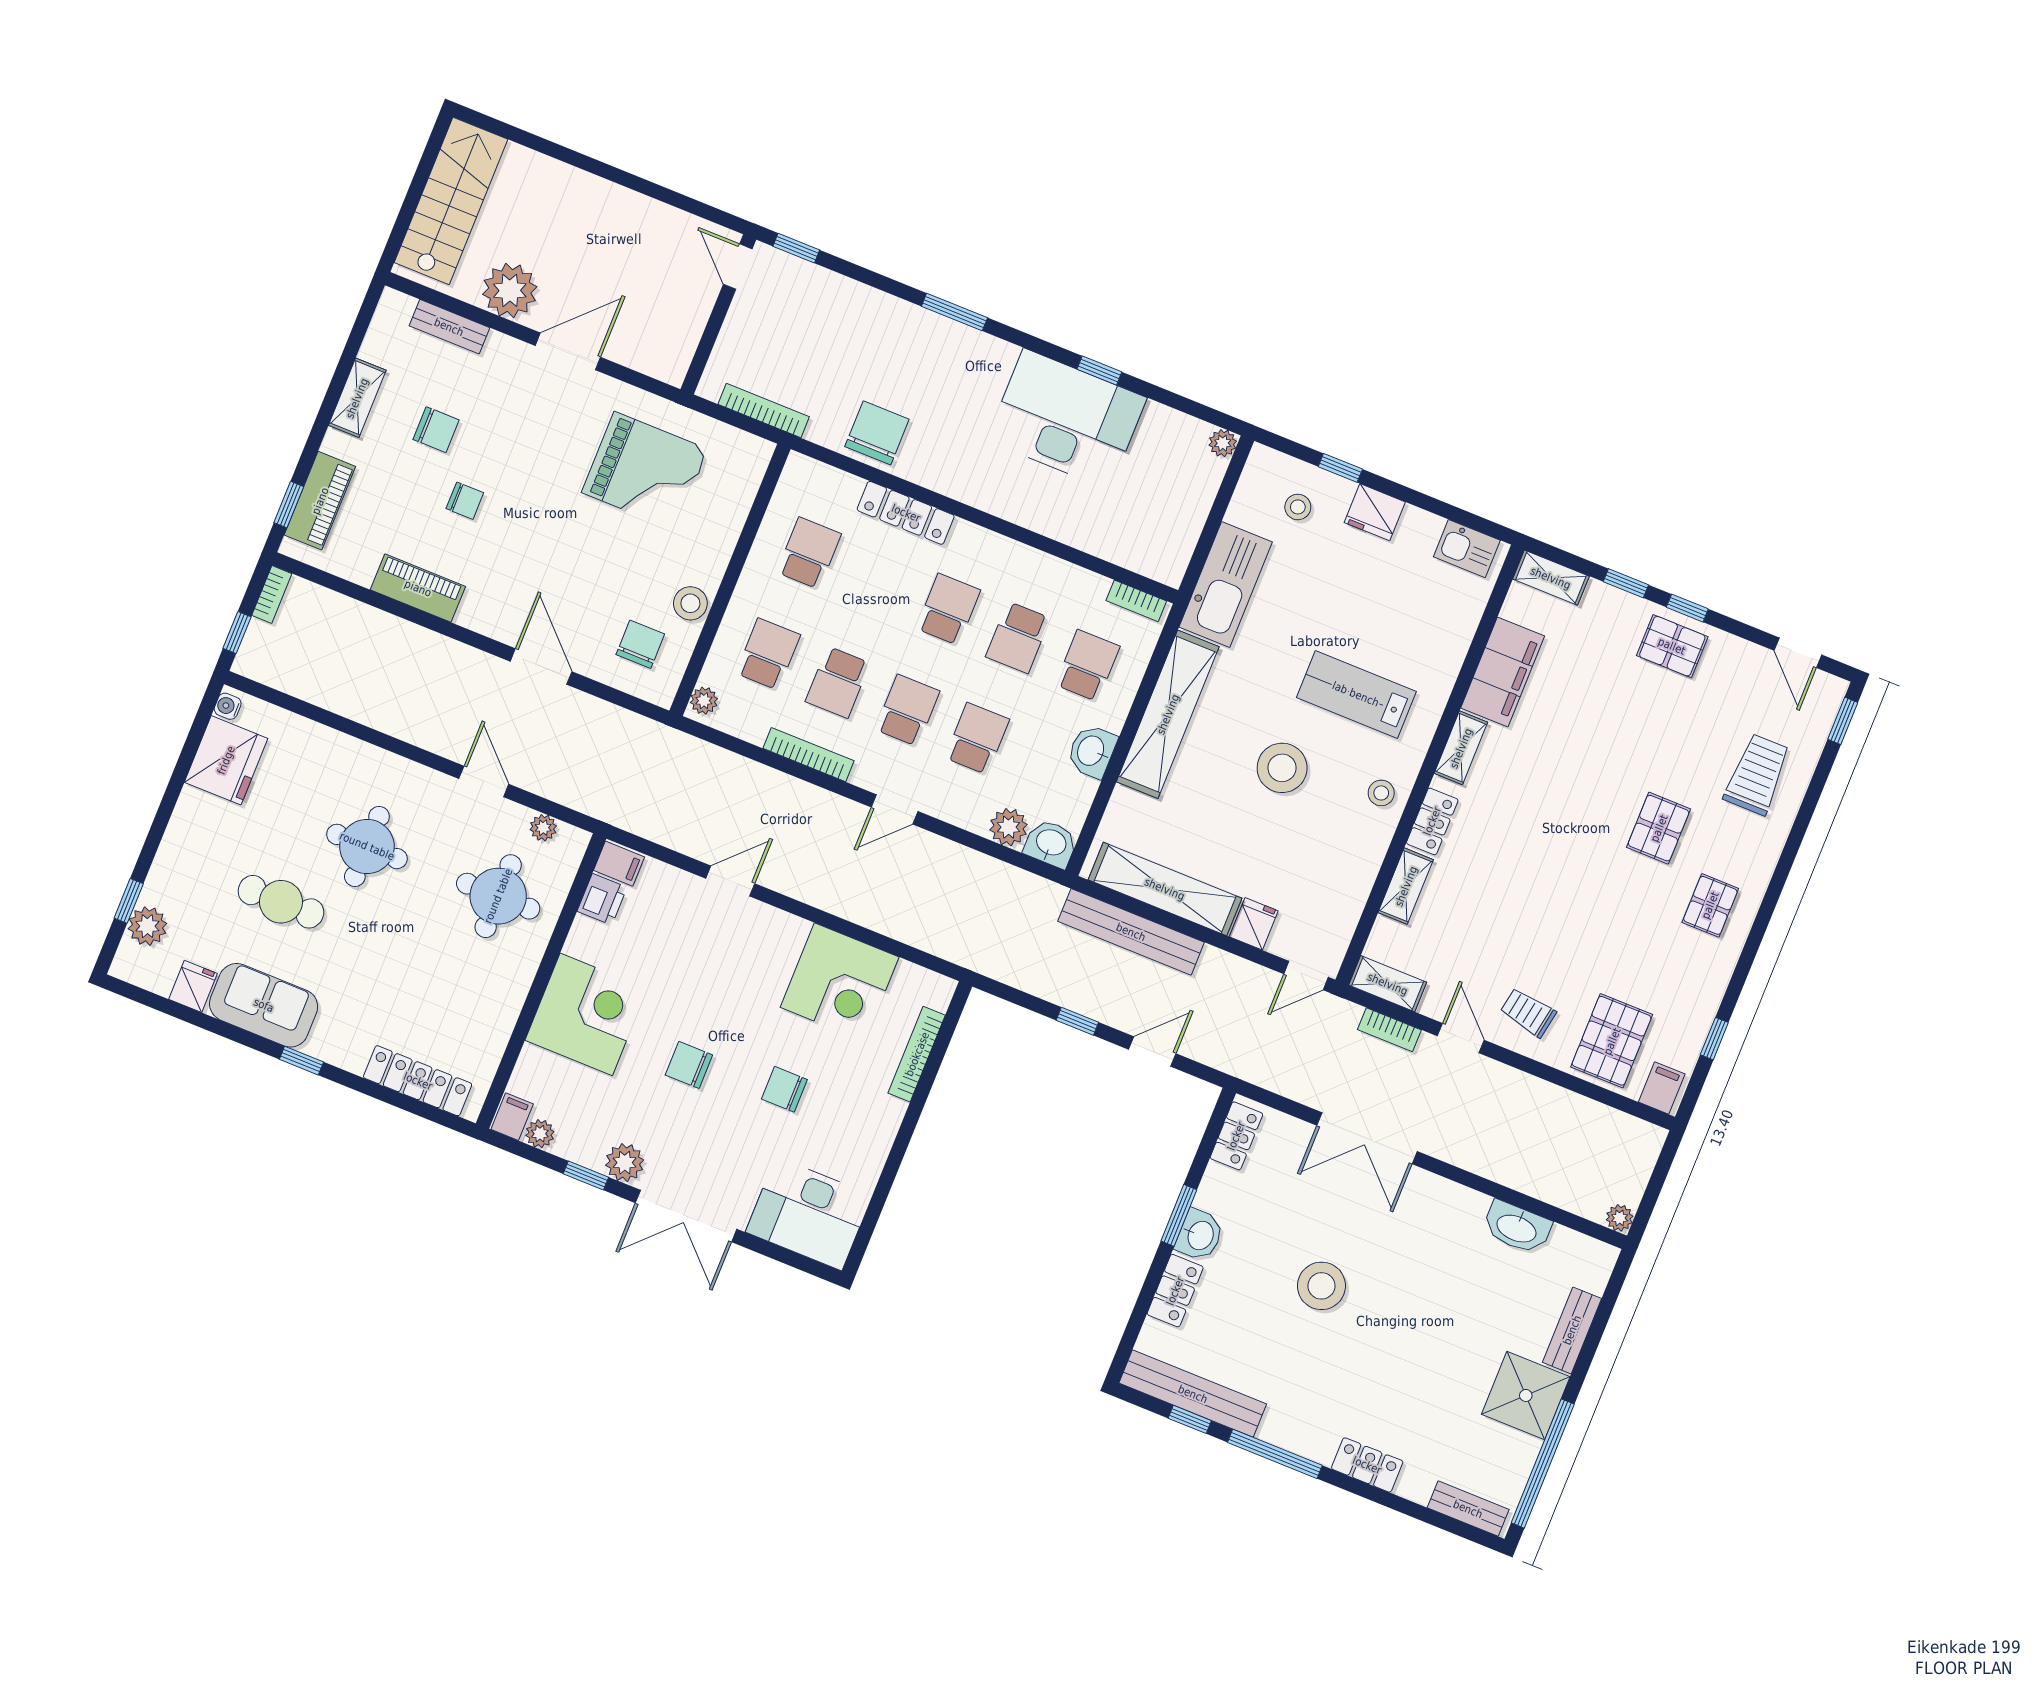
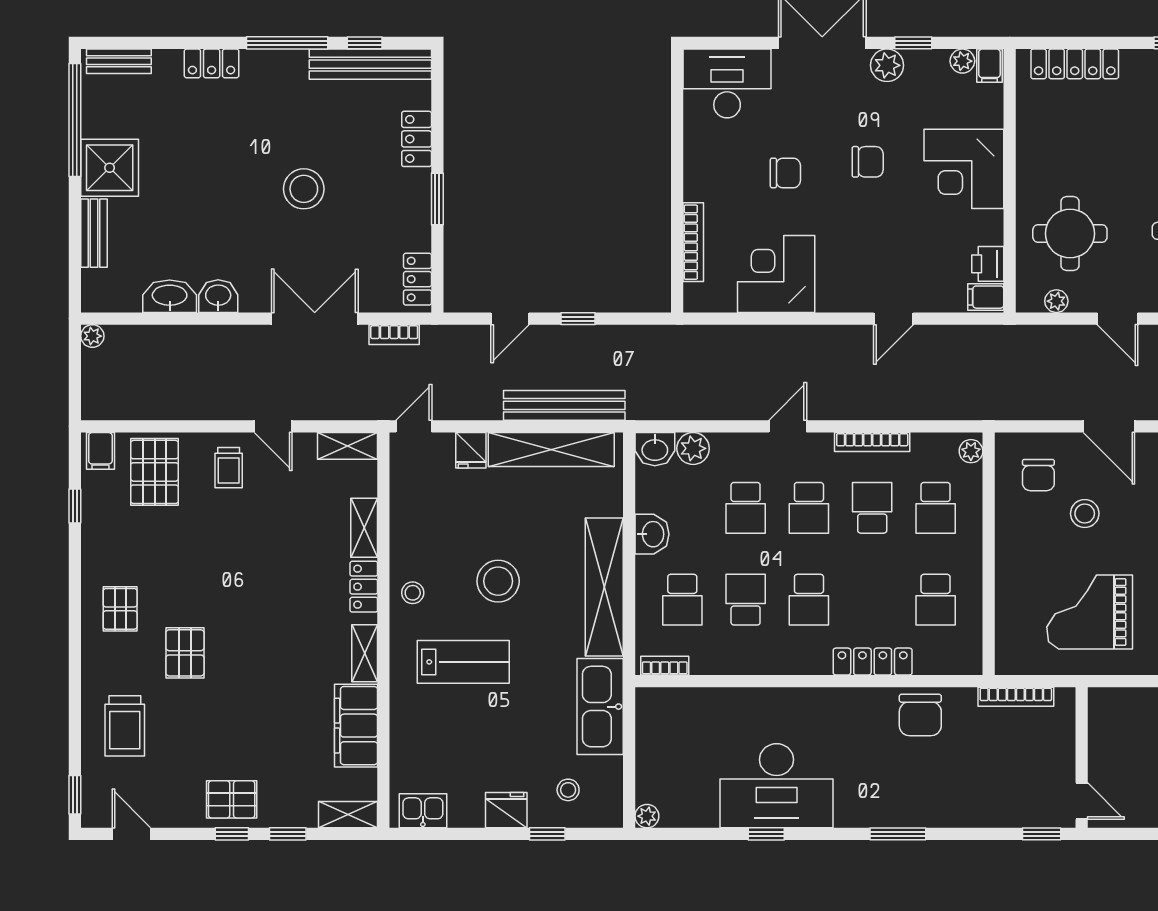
stool: (690, 603) -> (1085, 514), moved
trolley: (1528, 1012) -> (229, 468), turned 80
bookcase: (1389, 1030) -> (394, 335), moved, turned 180
washbasin: (1200, 1235) -> (218, 296), moved, turned 90

